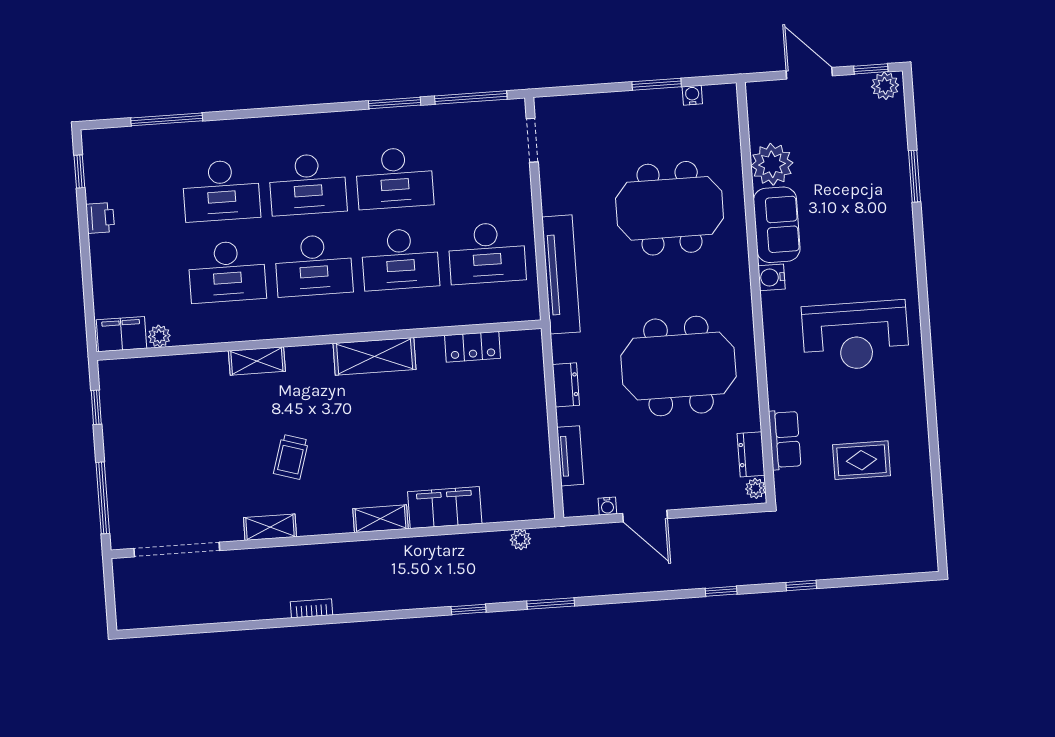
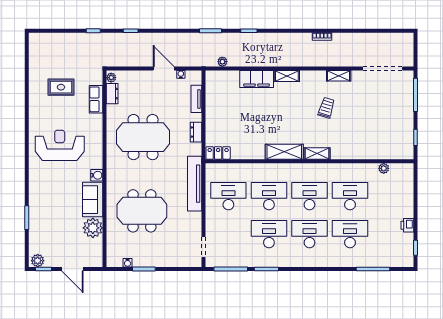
filing cabinet: (121, 334) -> (401, 171), removed
locker: (473, 347) -> (218, 153), moved
shelving: (257, 361) -> (317, 154), moved

